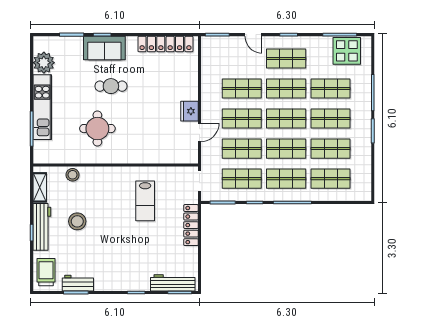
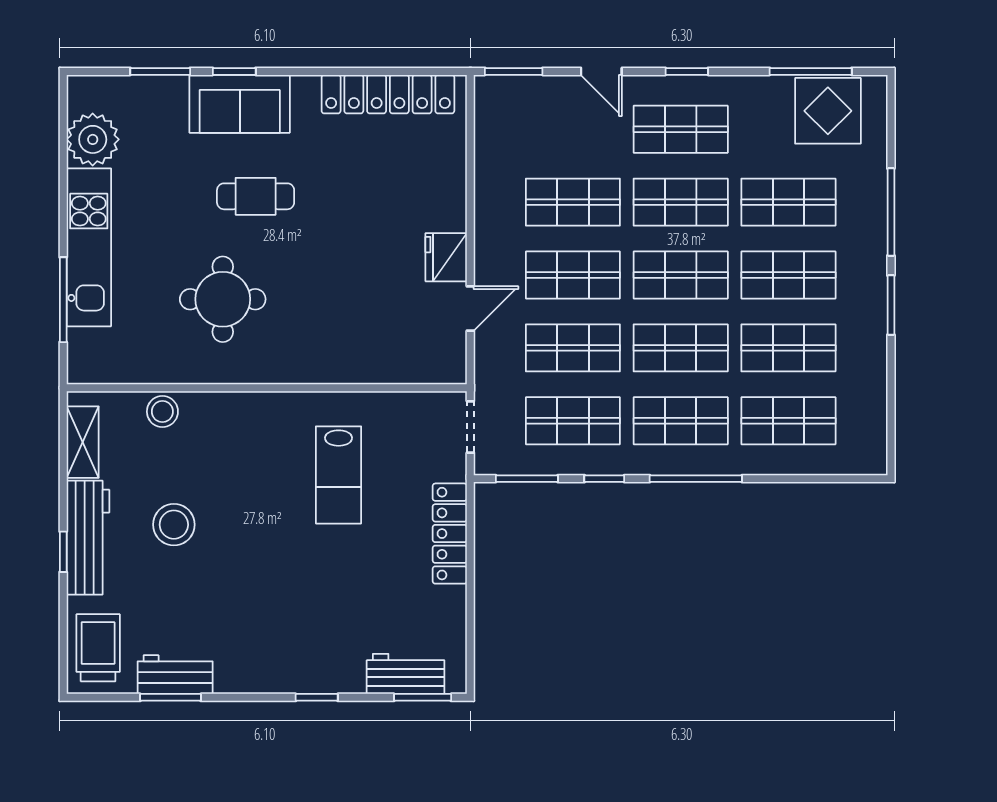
workbench: (173, 283) -> (406, 674), width x0.73

